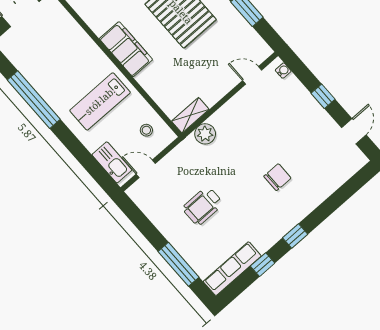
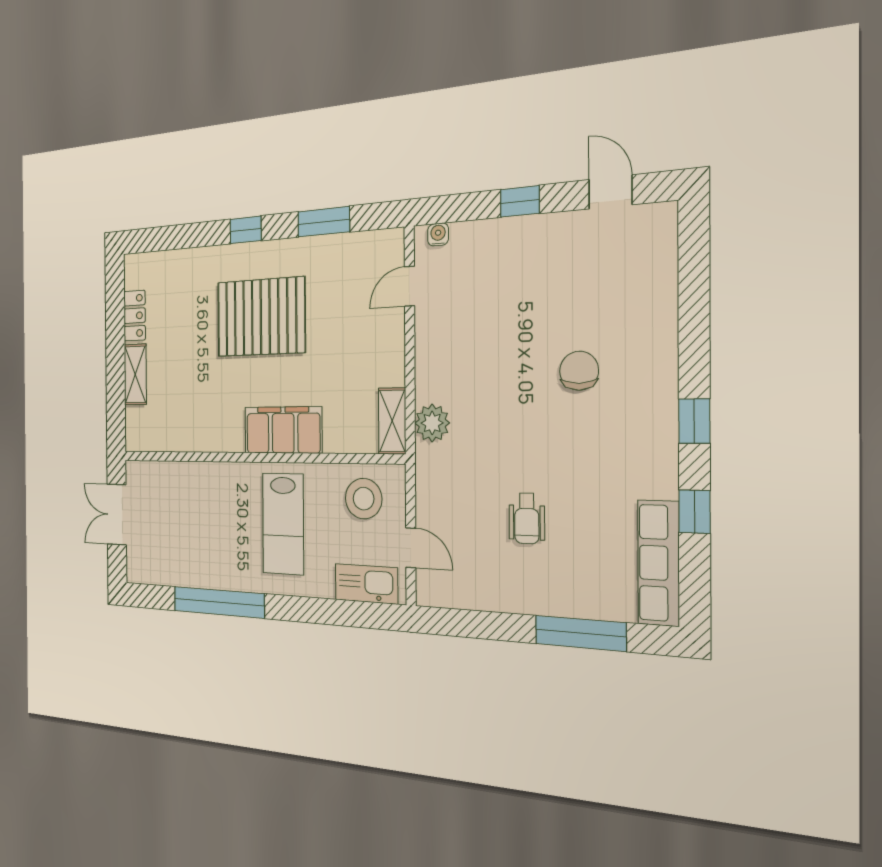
filing cabinet: (126, 49) -> (283, 430), moved
stool: (146, 130) -> (364, 499), width x1.89, depth x1.89
door: (146, 169) -> (411, 548), swing flipped
wheelchair: (203, 206) -> (527, 519), width x0.73, depth x0.73

